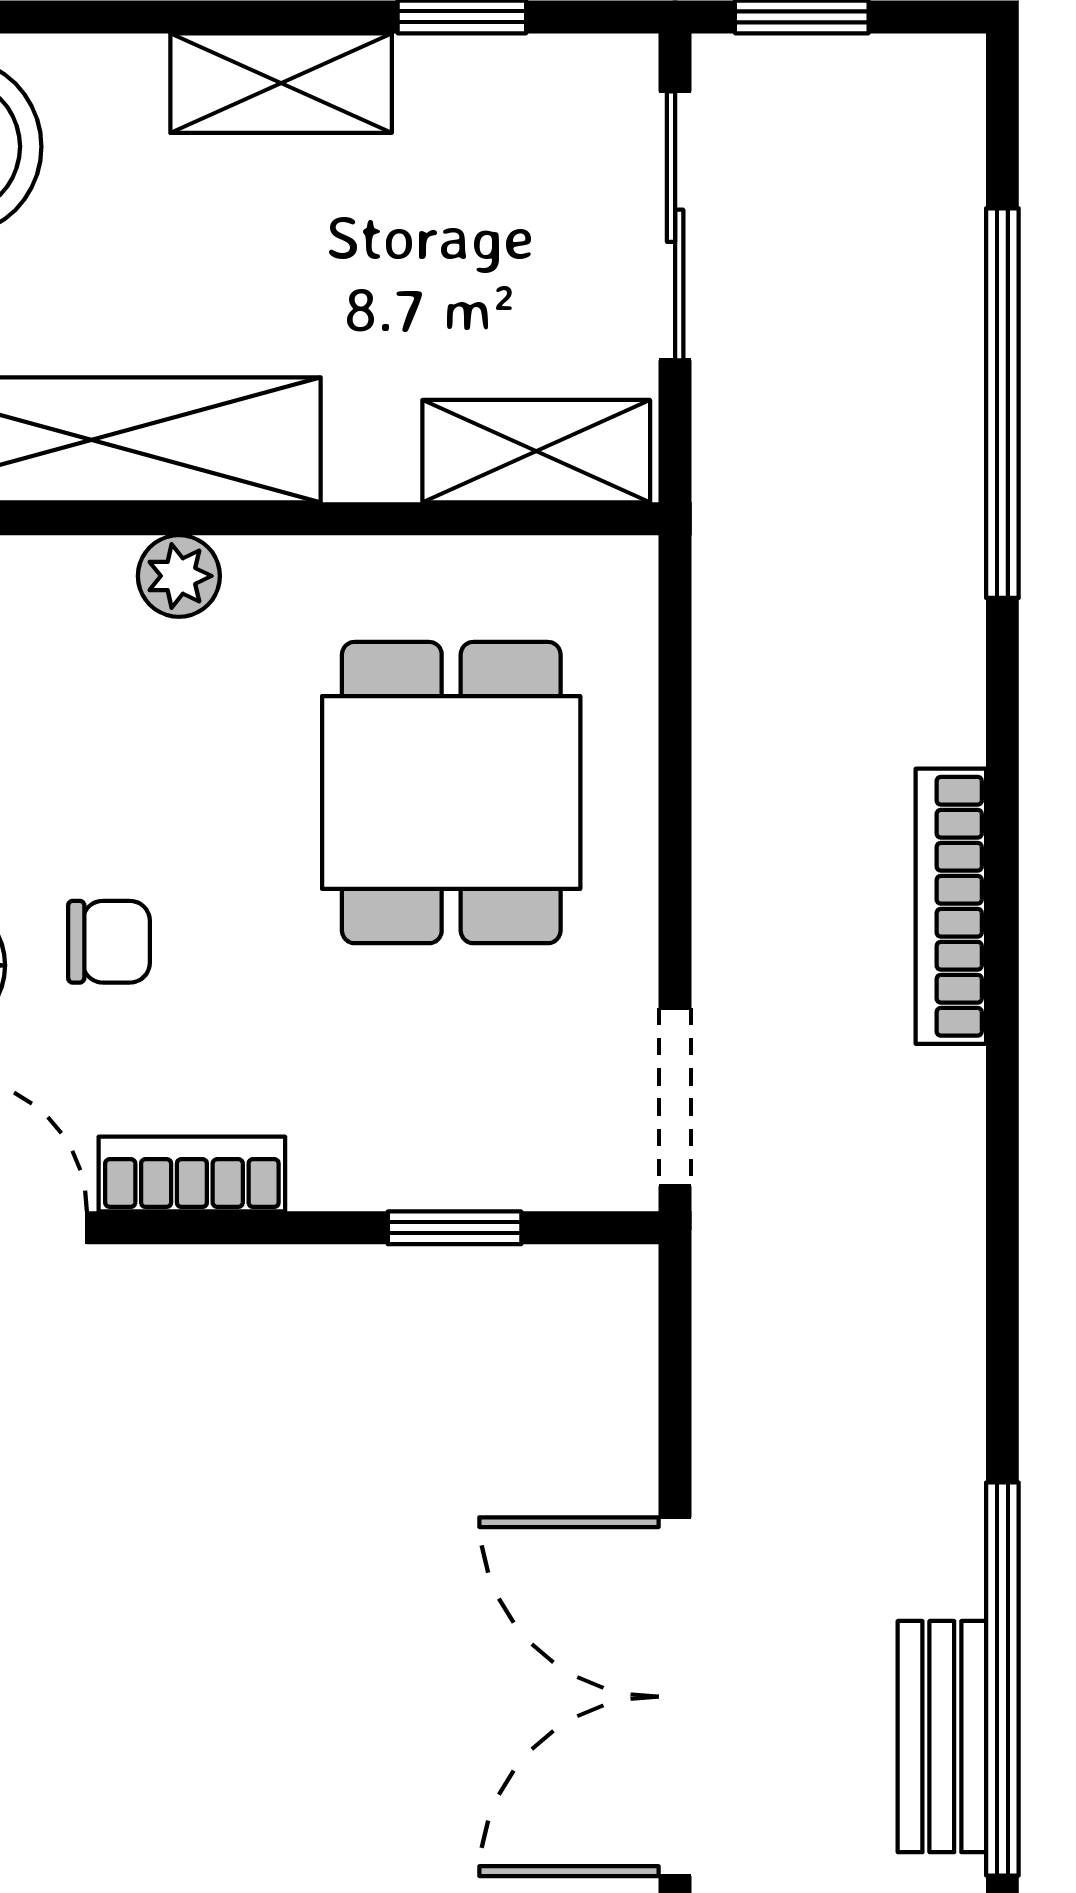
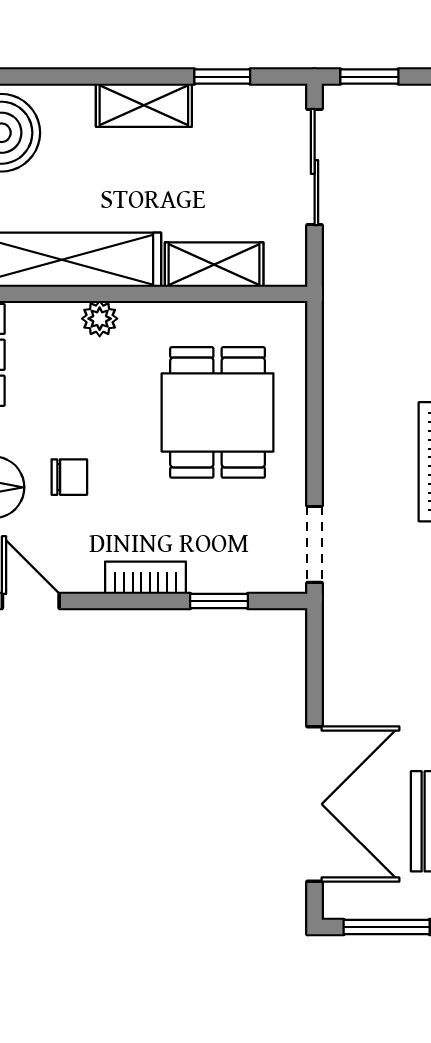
shelving: (536, 451) -> (214, 265), moved
bookcase: (192, 1174) -> (146, 578), moved
double door: (675, 1697) -> (315, 804), swing flipped

